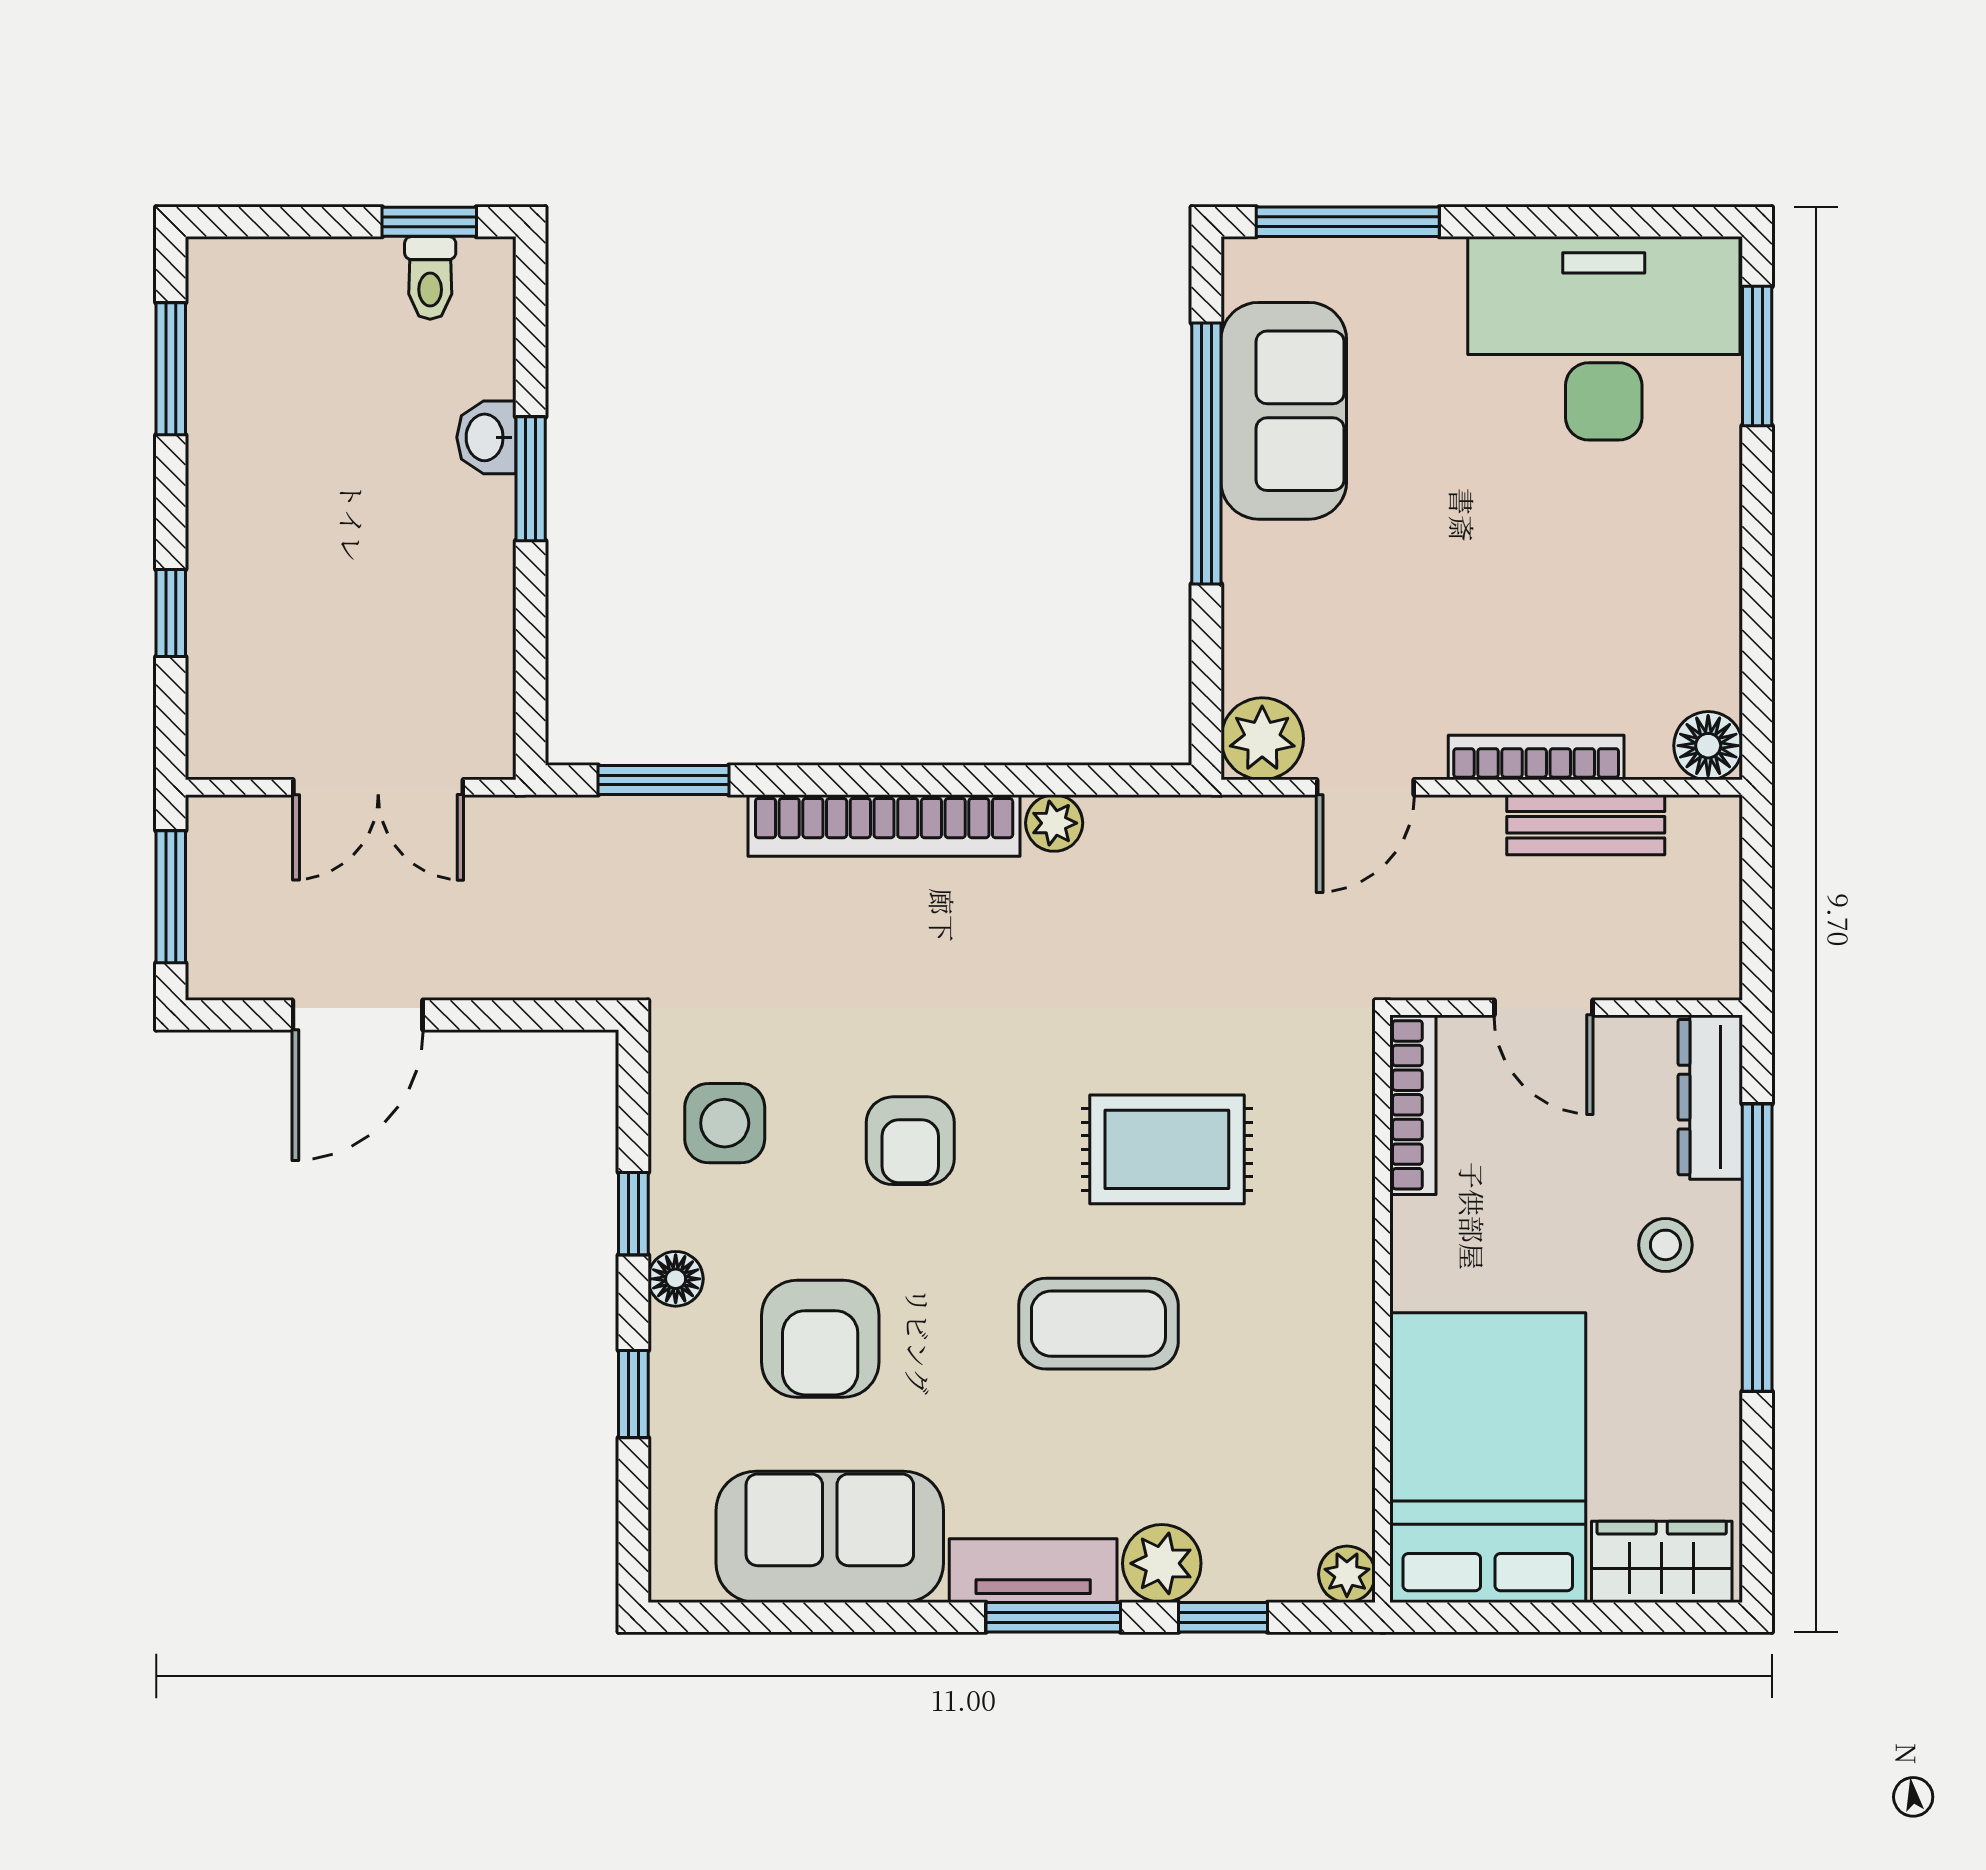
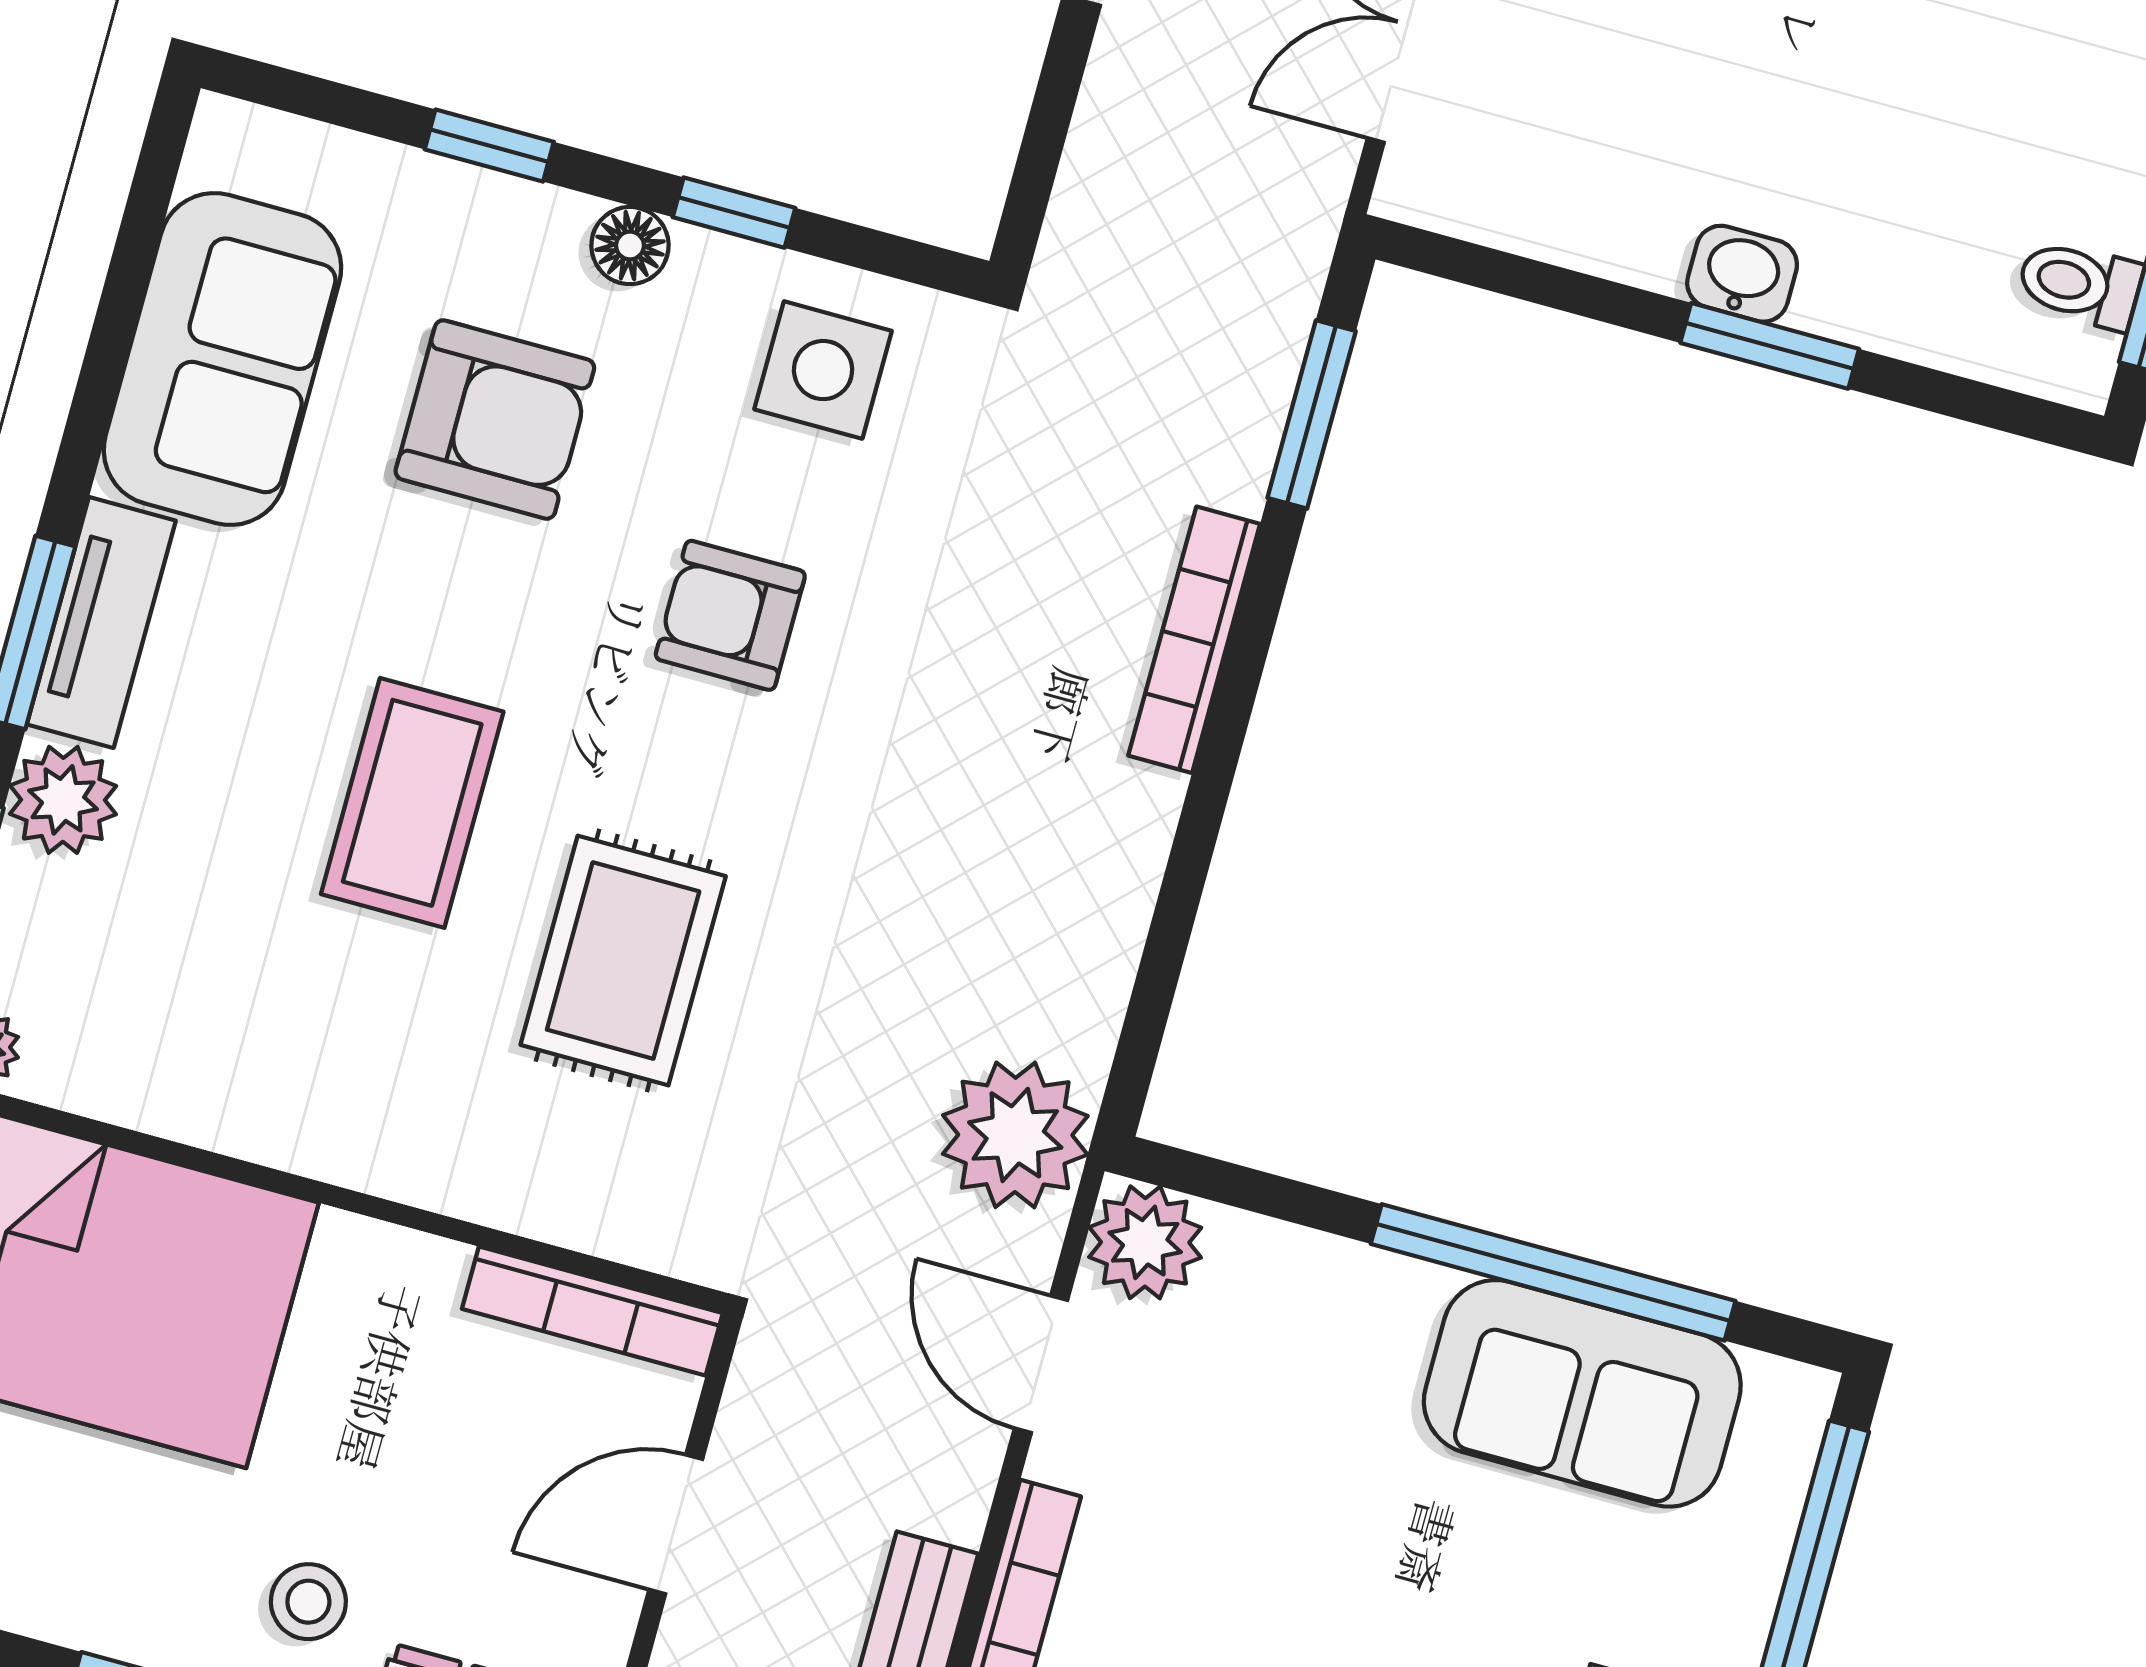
washbasin: (486, 437) -> (1742, 274), moved
plant: (1054, 823) -> (1015, 1135), moved, width x1.88, depth x1.88
bookcase: (884, 825) -> (1194, 640), width x0.68, depth x0.76
armchair: (820, 1339) -> (495, 420), turned 180

